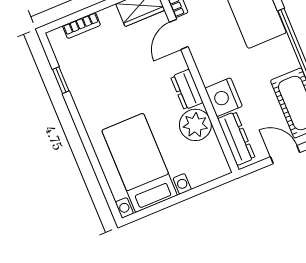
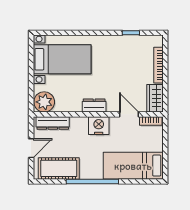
bookcase: (81, 25) -> (158, 65), width x1.56
nightstand: (224, 97) -> (99, 126), moved
plant: (195, 125) -> (44, 102), moved

